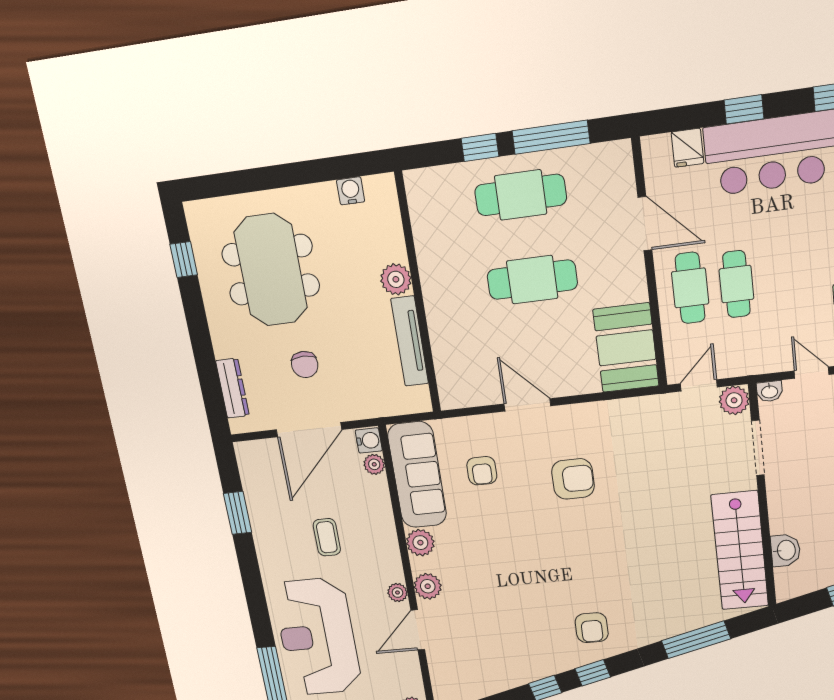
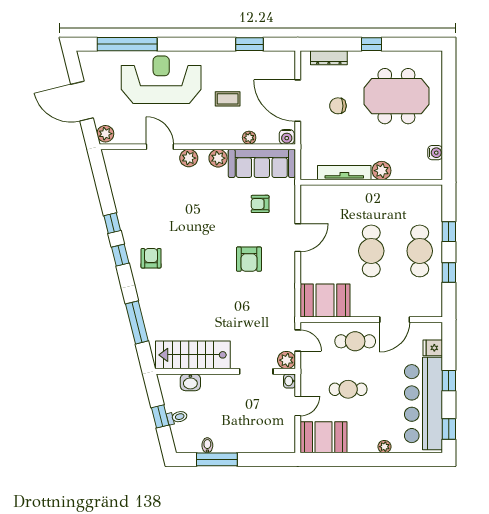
window: (551, 137) -> (449, 273), width x0.46
window: (184, 260) -> (372, 44), moved
cafe table: (736, 284) -> (348, 389), moved
plant: (374, 464) -> (249, 138), moved
plant: (397, 593) -> (186, 138), removed
armchair: (592, 628) -> (151, 258), turned 90

